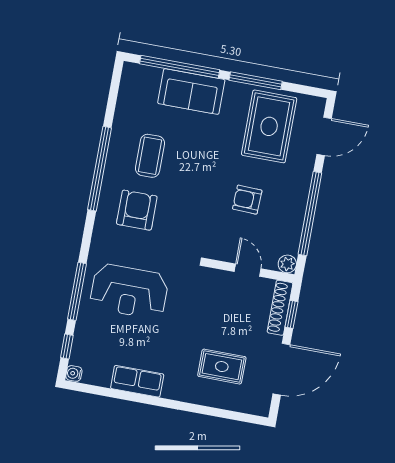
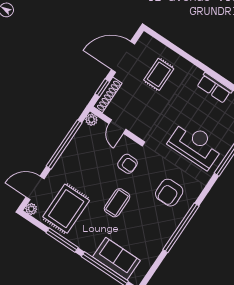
sofa: (191, 92) -> (116, 259), moved
plant: (317, 105) -> (31, 209), added
coffee table: (150, 156) -> (117, 203), moved
armchair: (247, 200) -> (128, 164), moved
rug: (222, 367) -> (159, 74), turned 90

